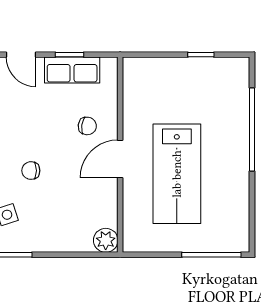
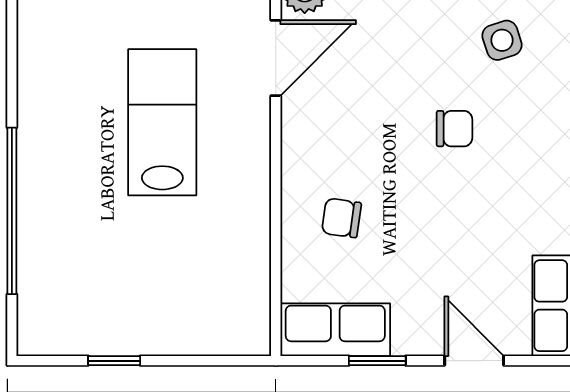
row of seats: (72, 70) -> (335, 330), moved
door: (120, 159) -> (276, 58), moved
lab bench: (177, 174) -> (162, 122), width x0.73, depth x0.72

